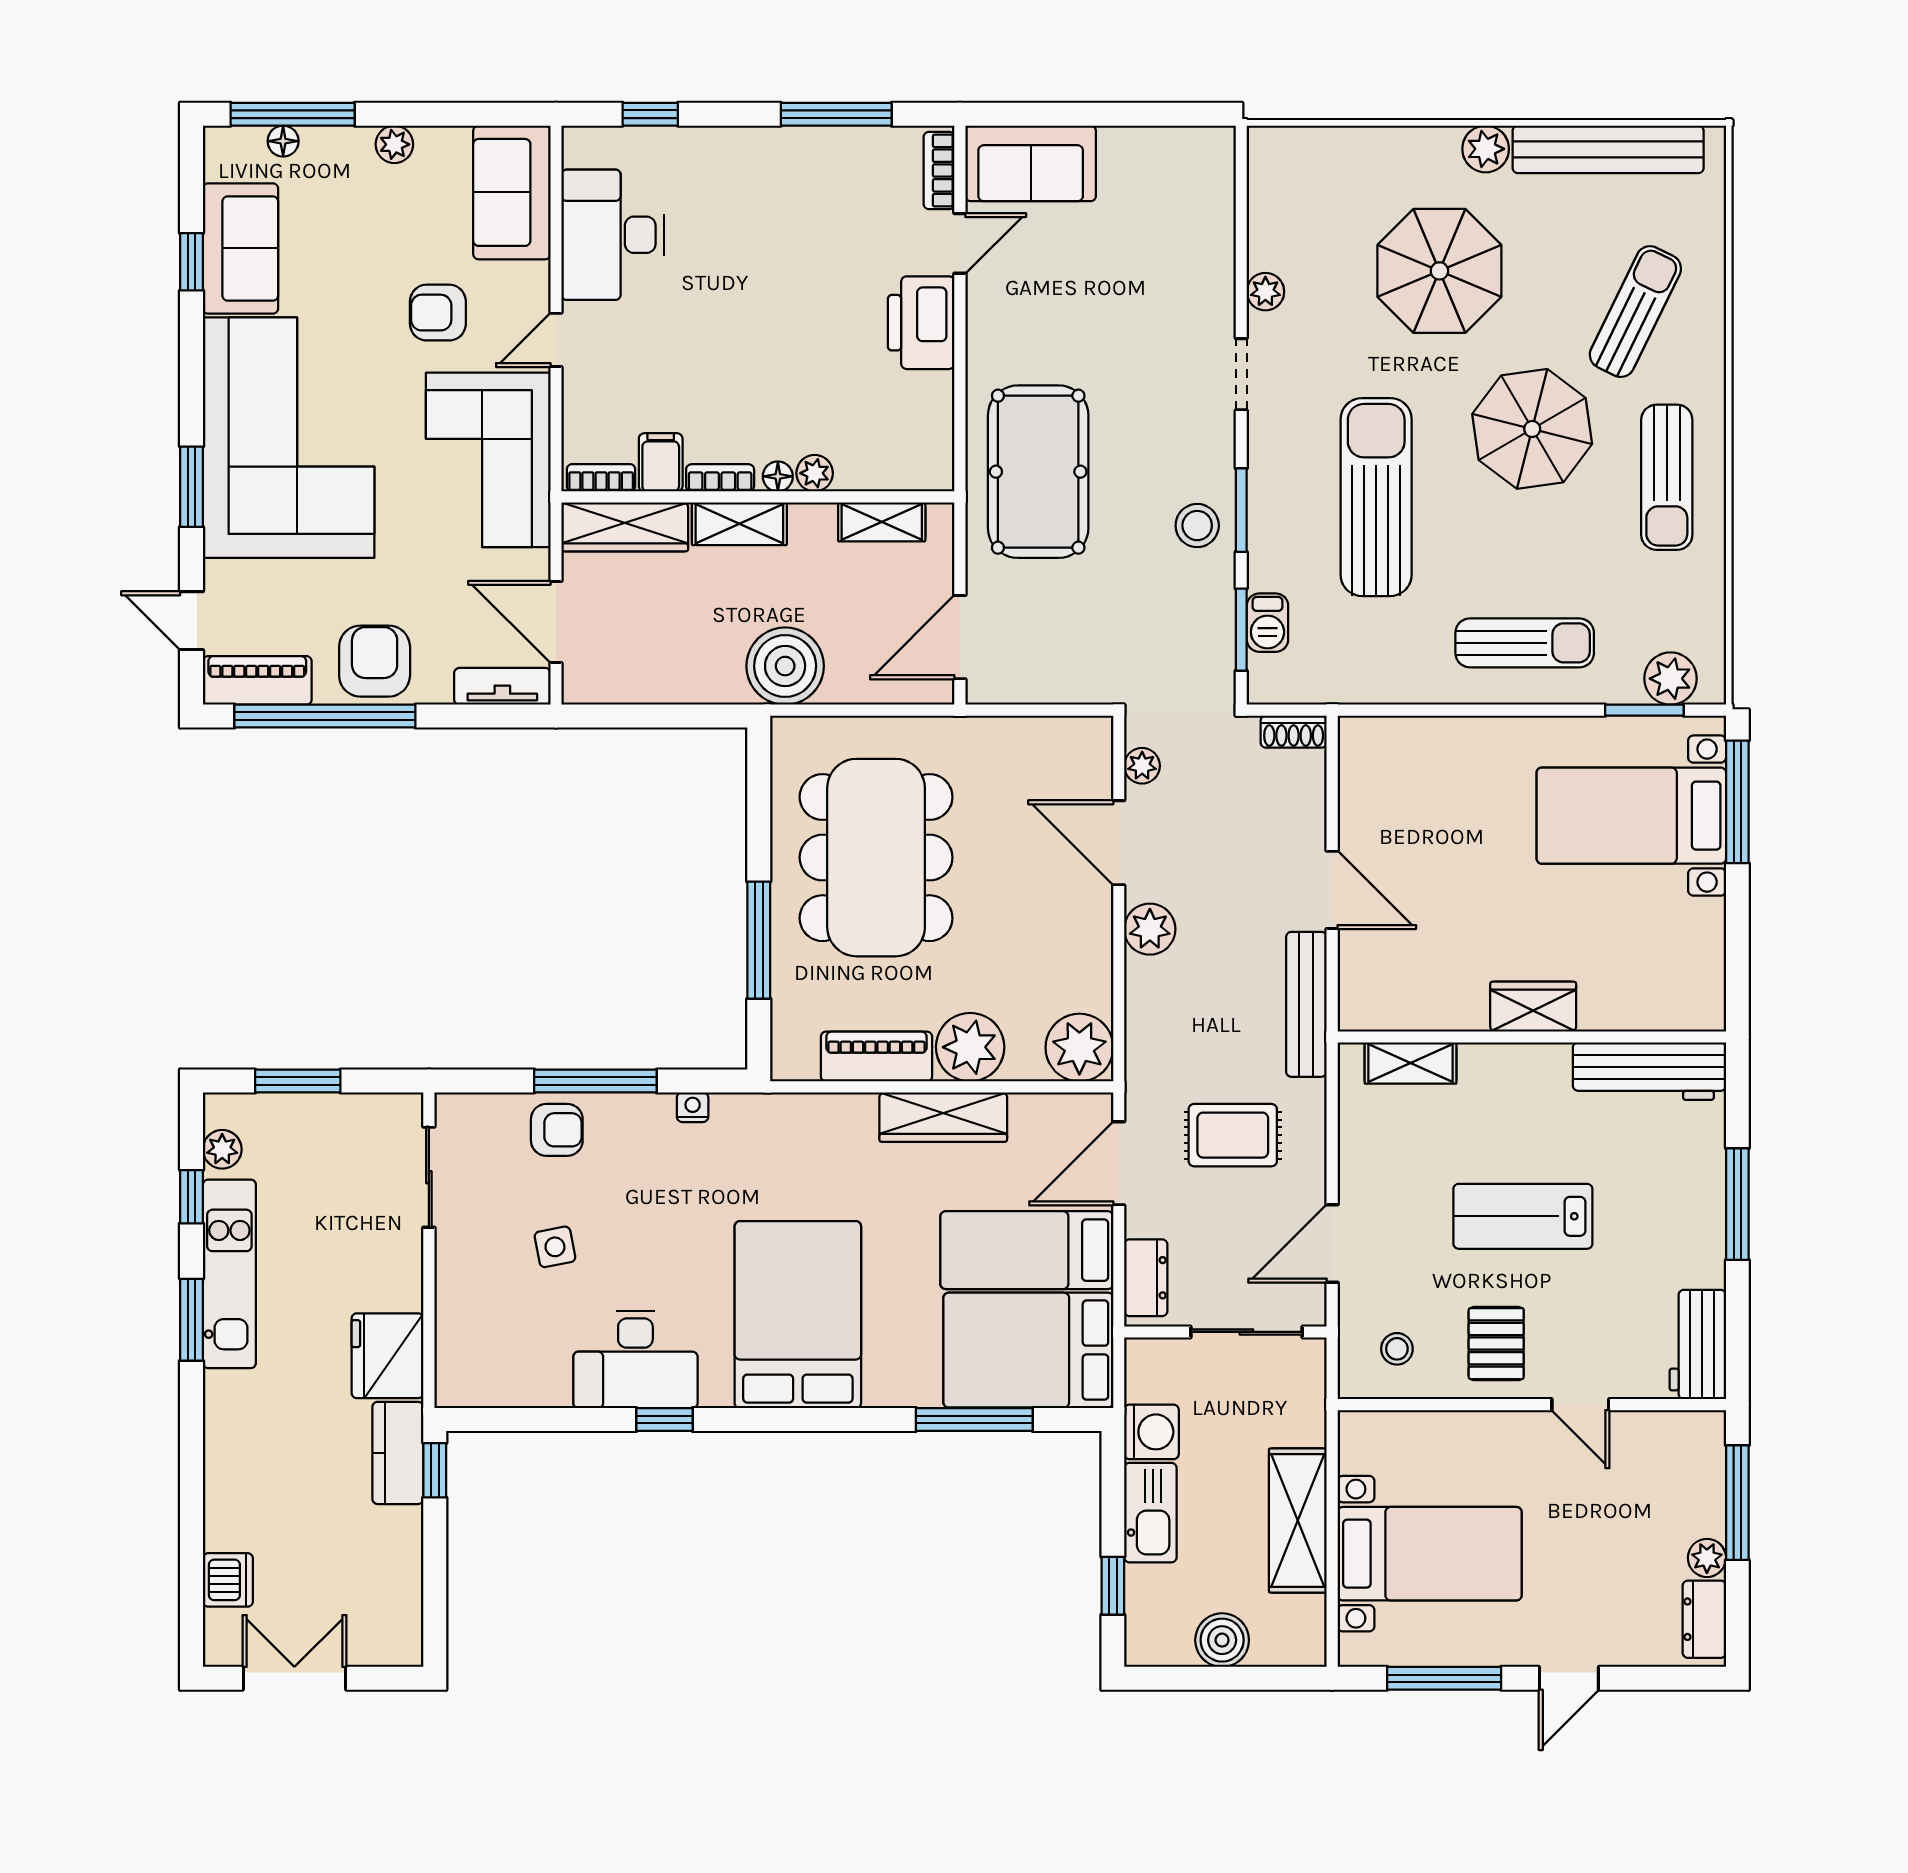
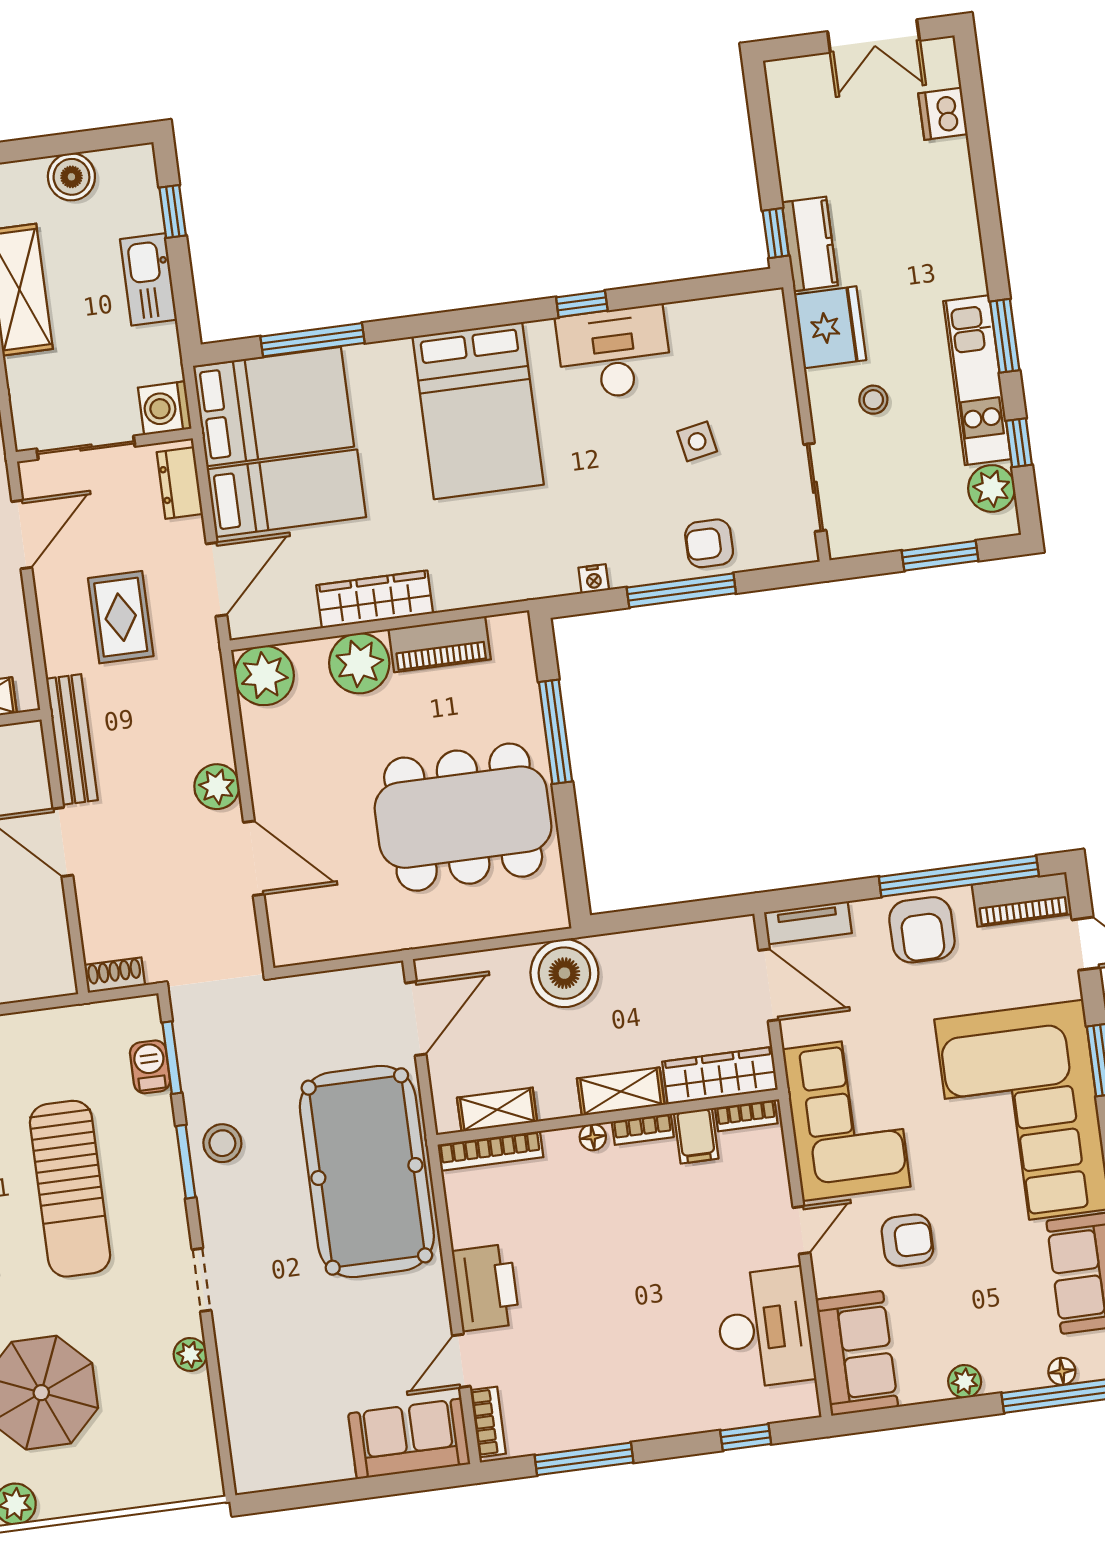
pool table: (1038, 472) -> (367, 1172), width x1.36, depth x1.32
plant: (815, 473) -> (561, 1144), removed
bookcase: (895, 476) -> (490, 1151), added
plant: (1142, 766) -> (242, 928), removed
dining table: (876, 858) -> (463, 817), turned 90
rug: (1233, 1135) -> (121, 617), turned 90
plant: (222, 1149) -> (992, 488), width x1.38, depth x1.38
stool: (350, 1267) -> (873, 400), added
washing machine: (1151, 1432) -> (165, 408), moved

